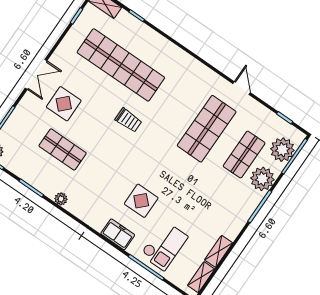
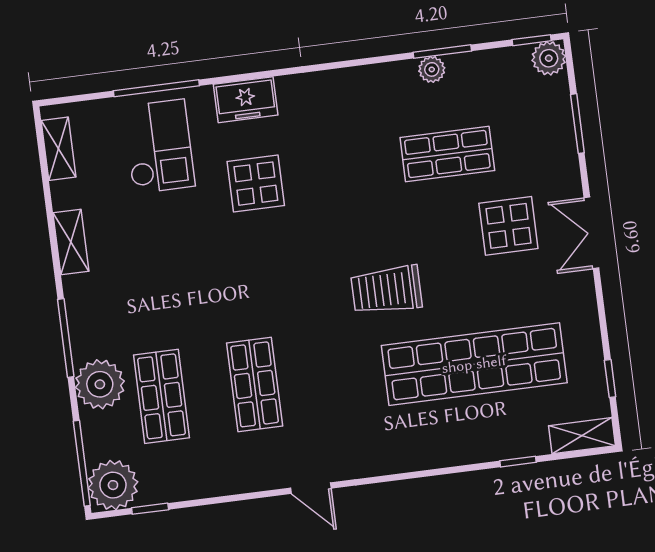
door: (242, 88) -> (311, 488), moved
trolley: (128, 120) -> (386, 290), width x1.36, depth x1.39
shop shelf: (207, 129) -> (255, 384), width x0.70, depth x0.74
plant: (282, 150) -> (113, 485), moved
plant: (61, 199) -> (432, 69), moved
checkout: (164, 246) -> (159, 146), turned 180
shelving: (219, 251) -> (71, 242), moved

